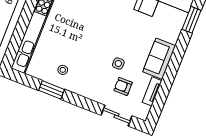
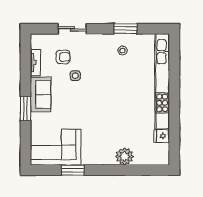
window: (191, 20) -> (25, 109), moved
sliding door: (117, 116) -> (72, 29), moved

